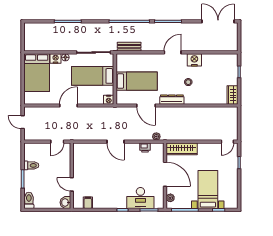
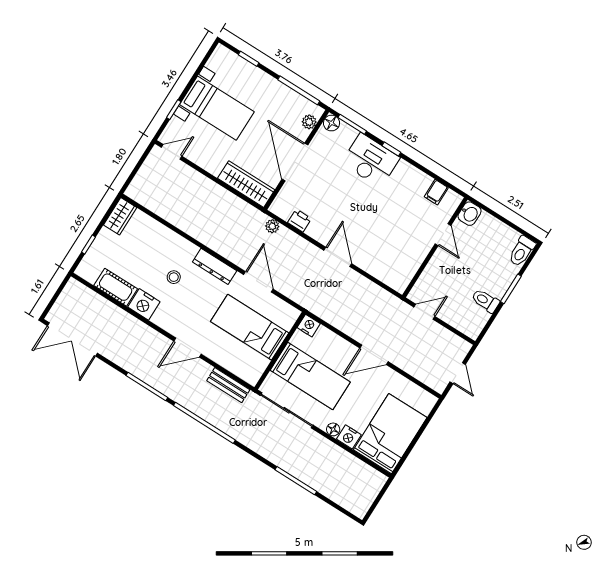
door: (173, 52) -> (188, 348), moved
cot: (213, 60) -> (116, 287), added
bed with nightstands: (208, 190) -> (217, 108), moved, turned -90
desk: (140, 198) -> (371, 160), moved
floor lamp: (159, 204) -> (332, 123), added

